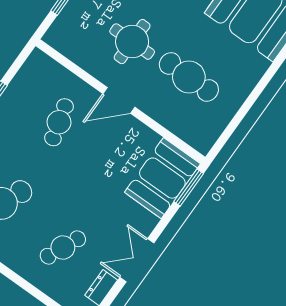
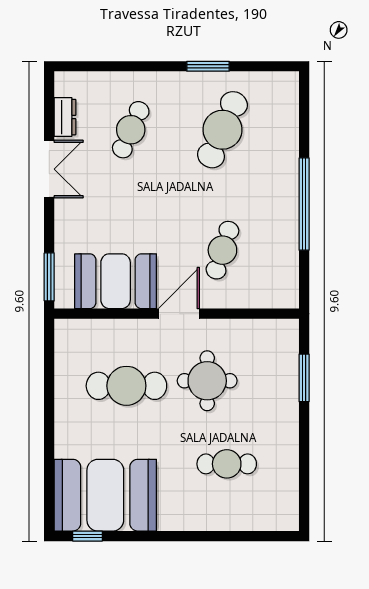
cafe table: (59, 122) -> (222, 250), turned 33
booth: (162, 178) -> (116, 281), moved, turned 90

